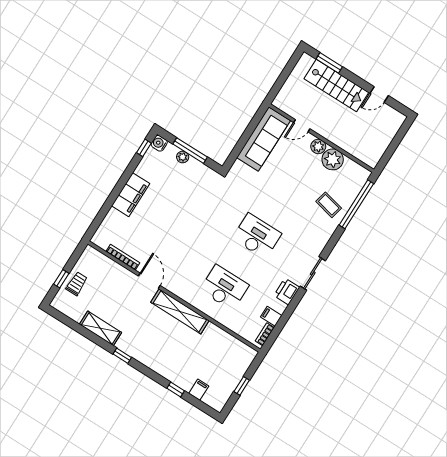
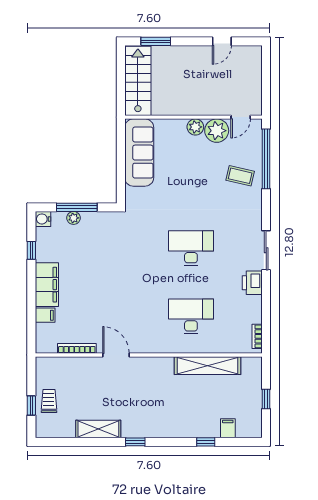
stairs: (336, 85) -> (138, 81), moved, turned -90
door: (302, 126) -> (241, 117), moved
window: (144, 148) -> (31, 250), moved
shelving: (180, 311) -> (207, 366), moved
filing cabinet: (271, 316) -> (45, 315), moved, turned 180

